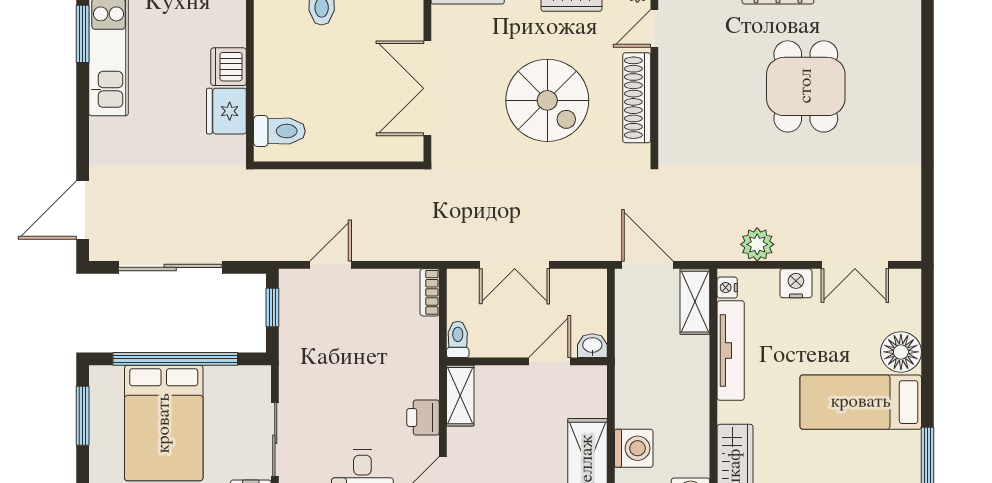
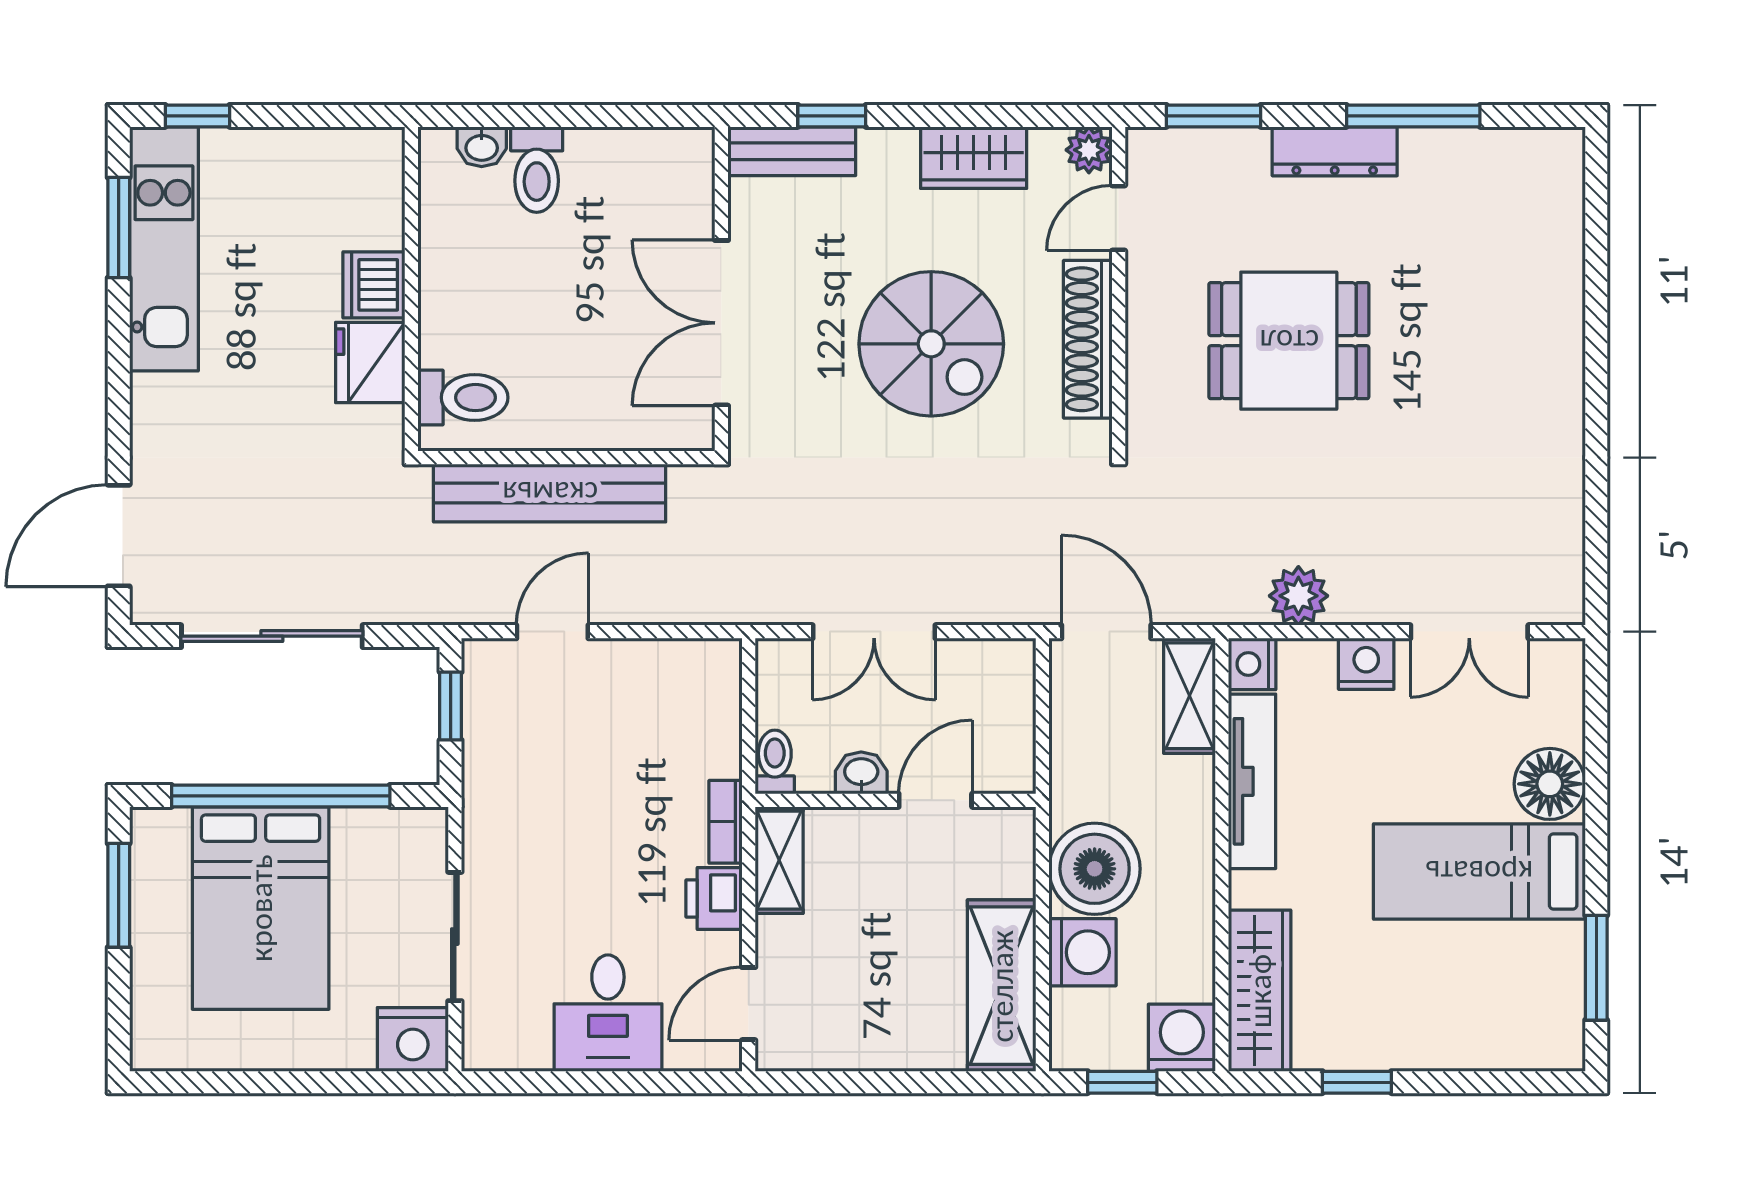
dining table: (806, 86) -> (1289, 341), moved, turned 90
bench: (329, 186) -> (550, 493), added
nightstand: (727, 288) -> (1252, 664), width x1.39, depth x1.35
bookcase: (430, 292) -> (726, 822), moved
washbasin: (592, 346) -> (861, 773), moved
boiler: (641, 401) -> (1095, 869), added

